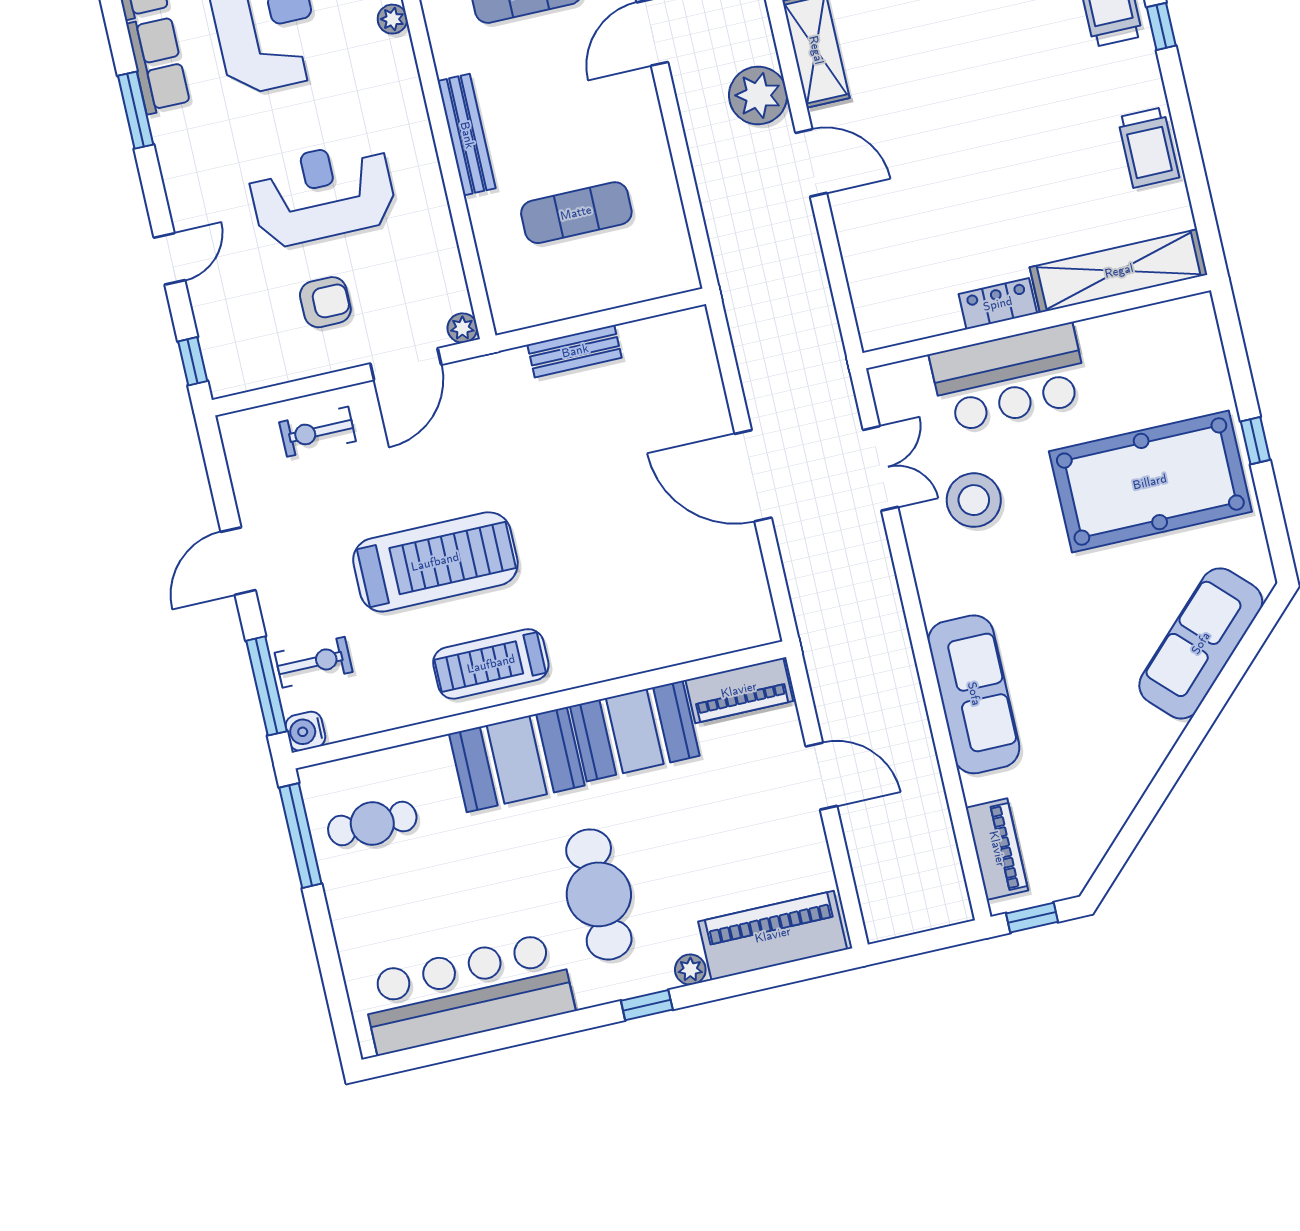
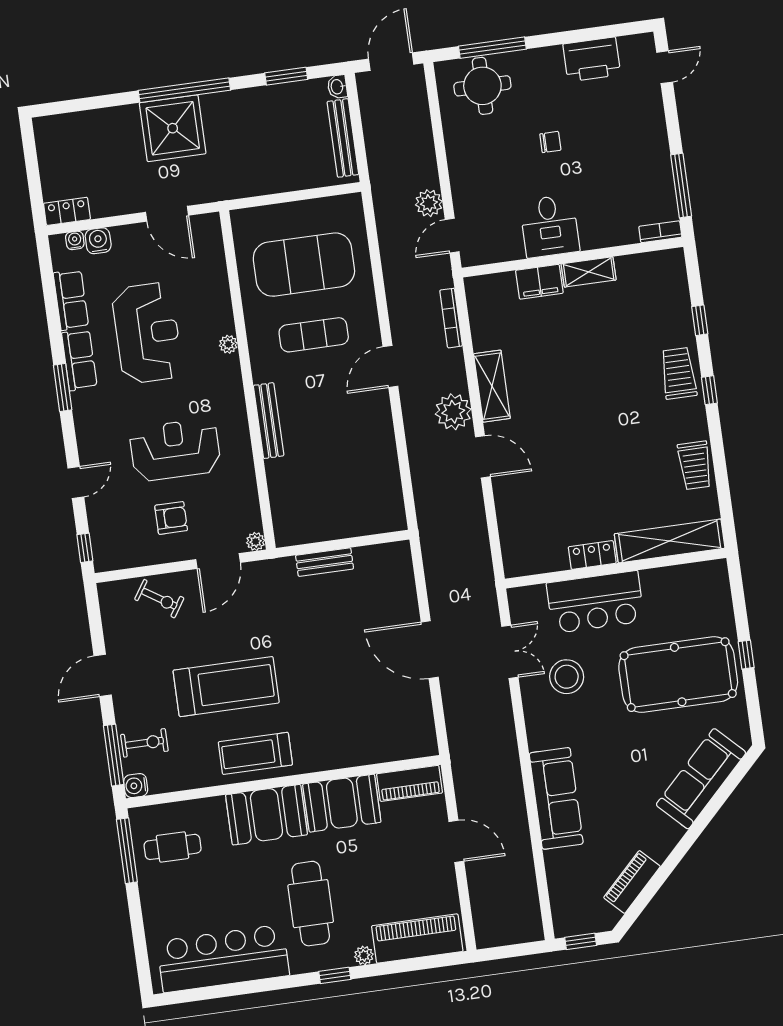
exercise mat: (576, 213) -> (333, 475), removed
exercise bike: (318, 432) -> (159, 599), turned -147
piano: (997, 849) -> (632, 882), moved, turned -135

